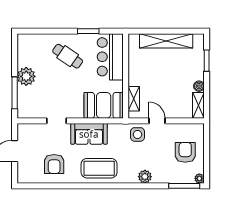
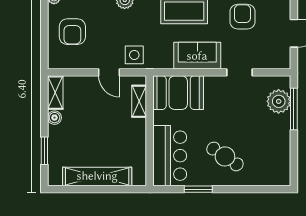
plant: (26, 76) -> (279, 101), moved

